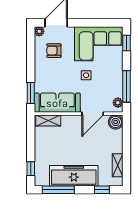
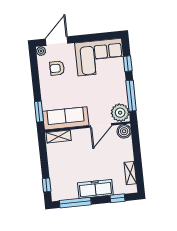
window: (126, 43) -> (128, 64), moved
side table: (86, 75) -> (91, 89), removed
plant: (118, 103) -> (120, 113), width x1.87, depth x1.87
freezer: (74, 176) -> (95, 189), width x0.73, depth x0.79

